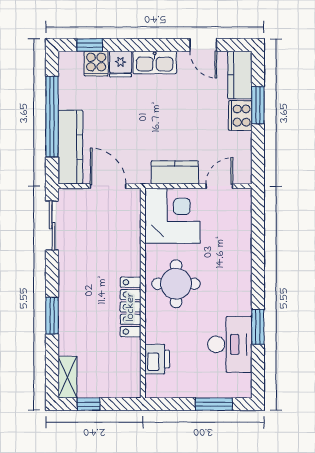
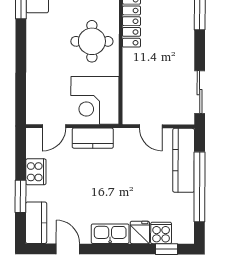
cooker: (240, 116) -> (36, 172), moved
door: (108, 186) -> (151, 126), width x0.73

